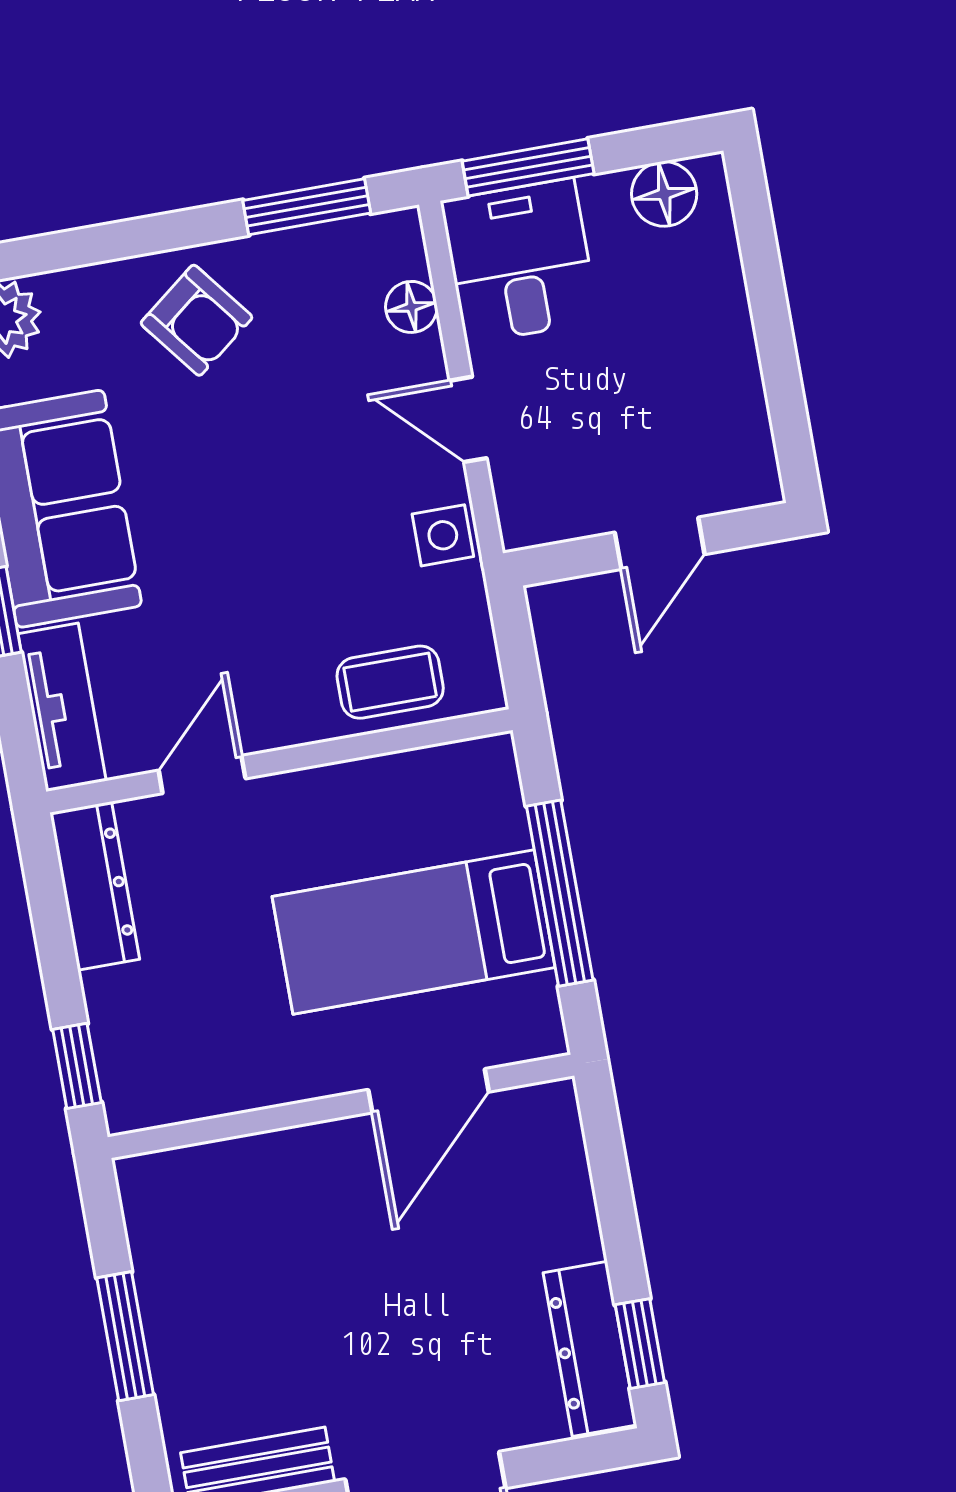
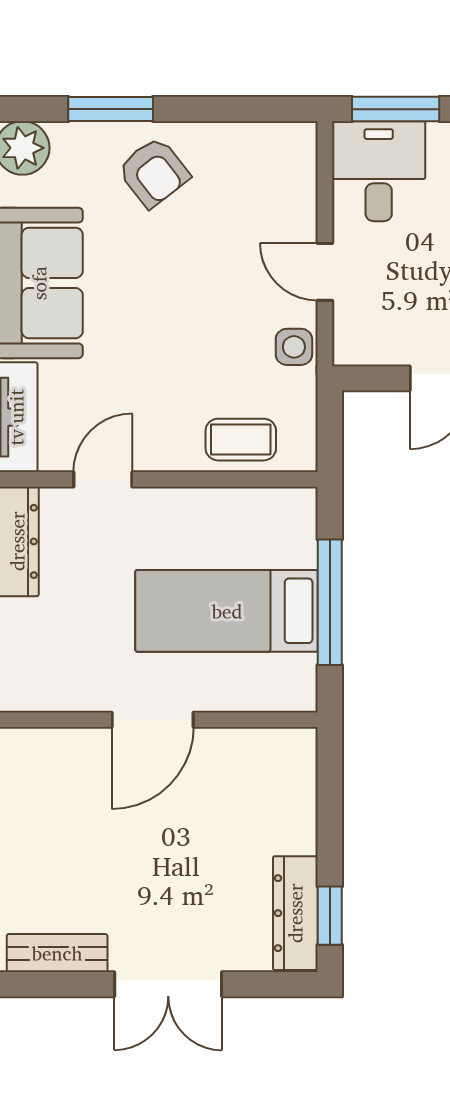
window: (307, 207) -> (111, 109), moved
floor lamp: (411, 307) -> (300, 189), removed
door: (428, 1091) -> (153, 720), moved

